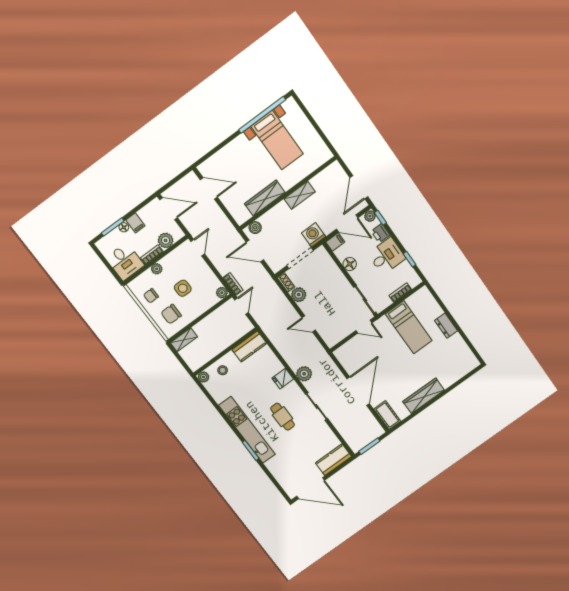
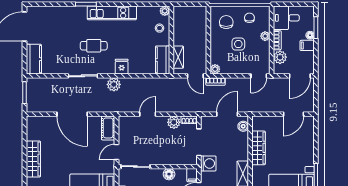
door: (198, 248) -> (259, 76), hinge flipped
shelving: (184, 340) -> (178, 57), moved
cot: (387, 415) -> (108, 128), moved, turned 90
kitchen unit: (247, 430) -> (112, 13), width x0.73

